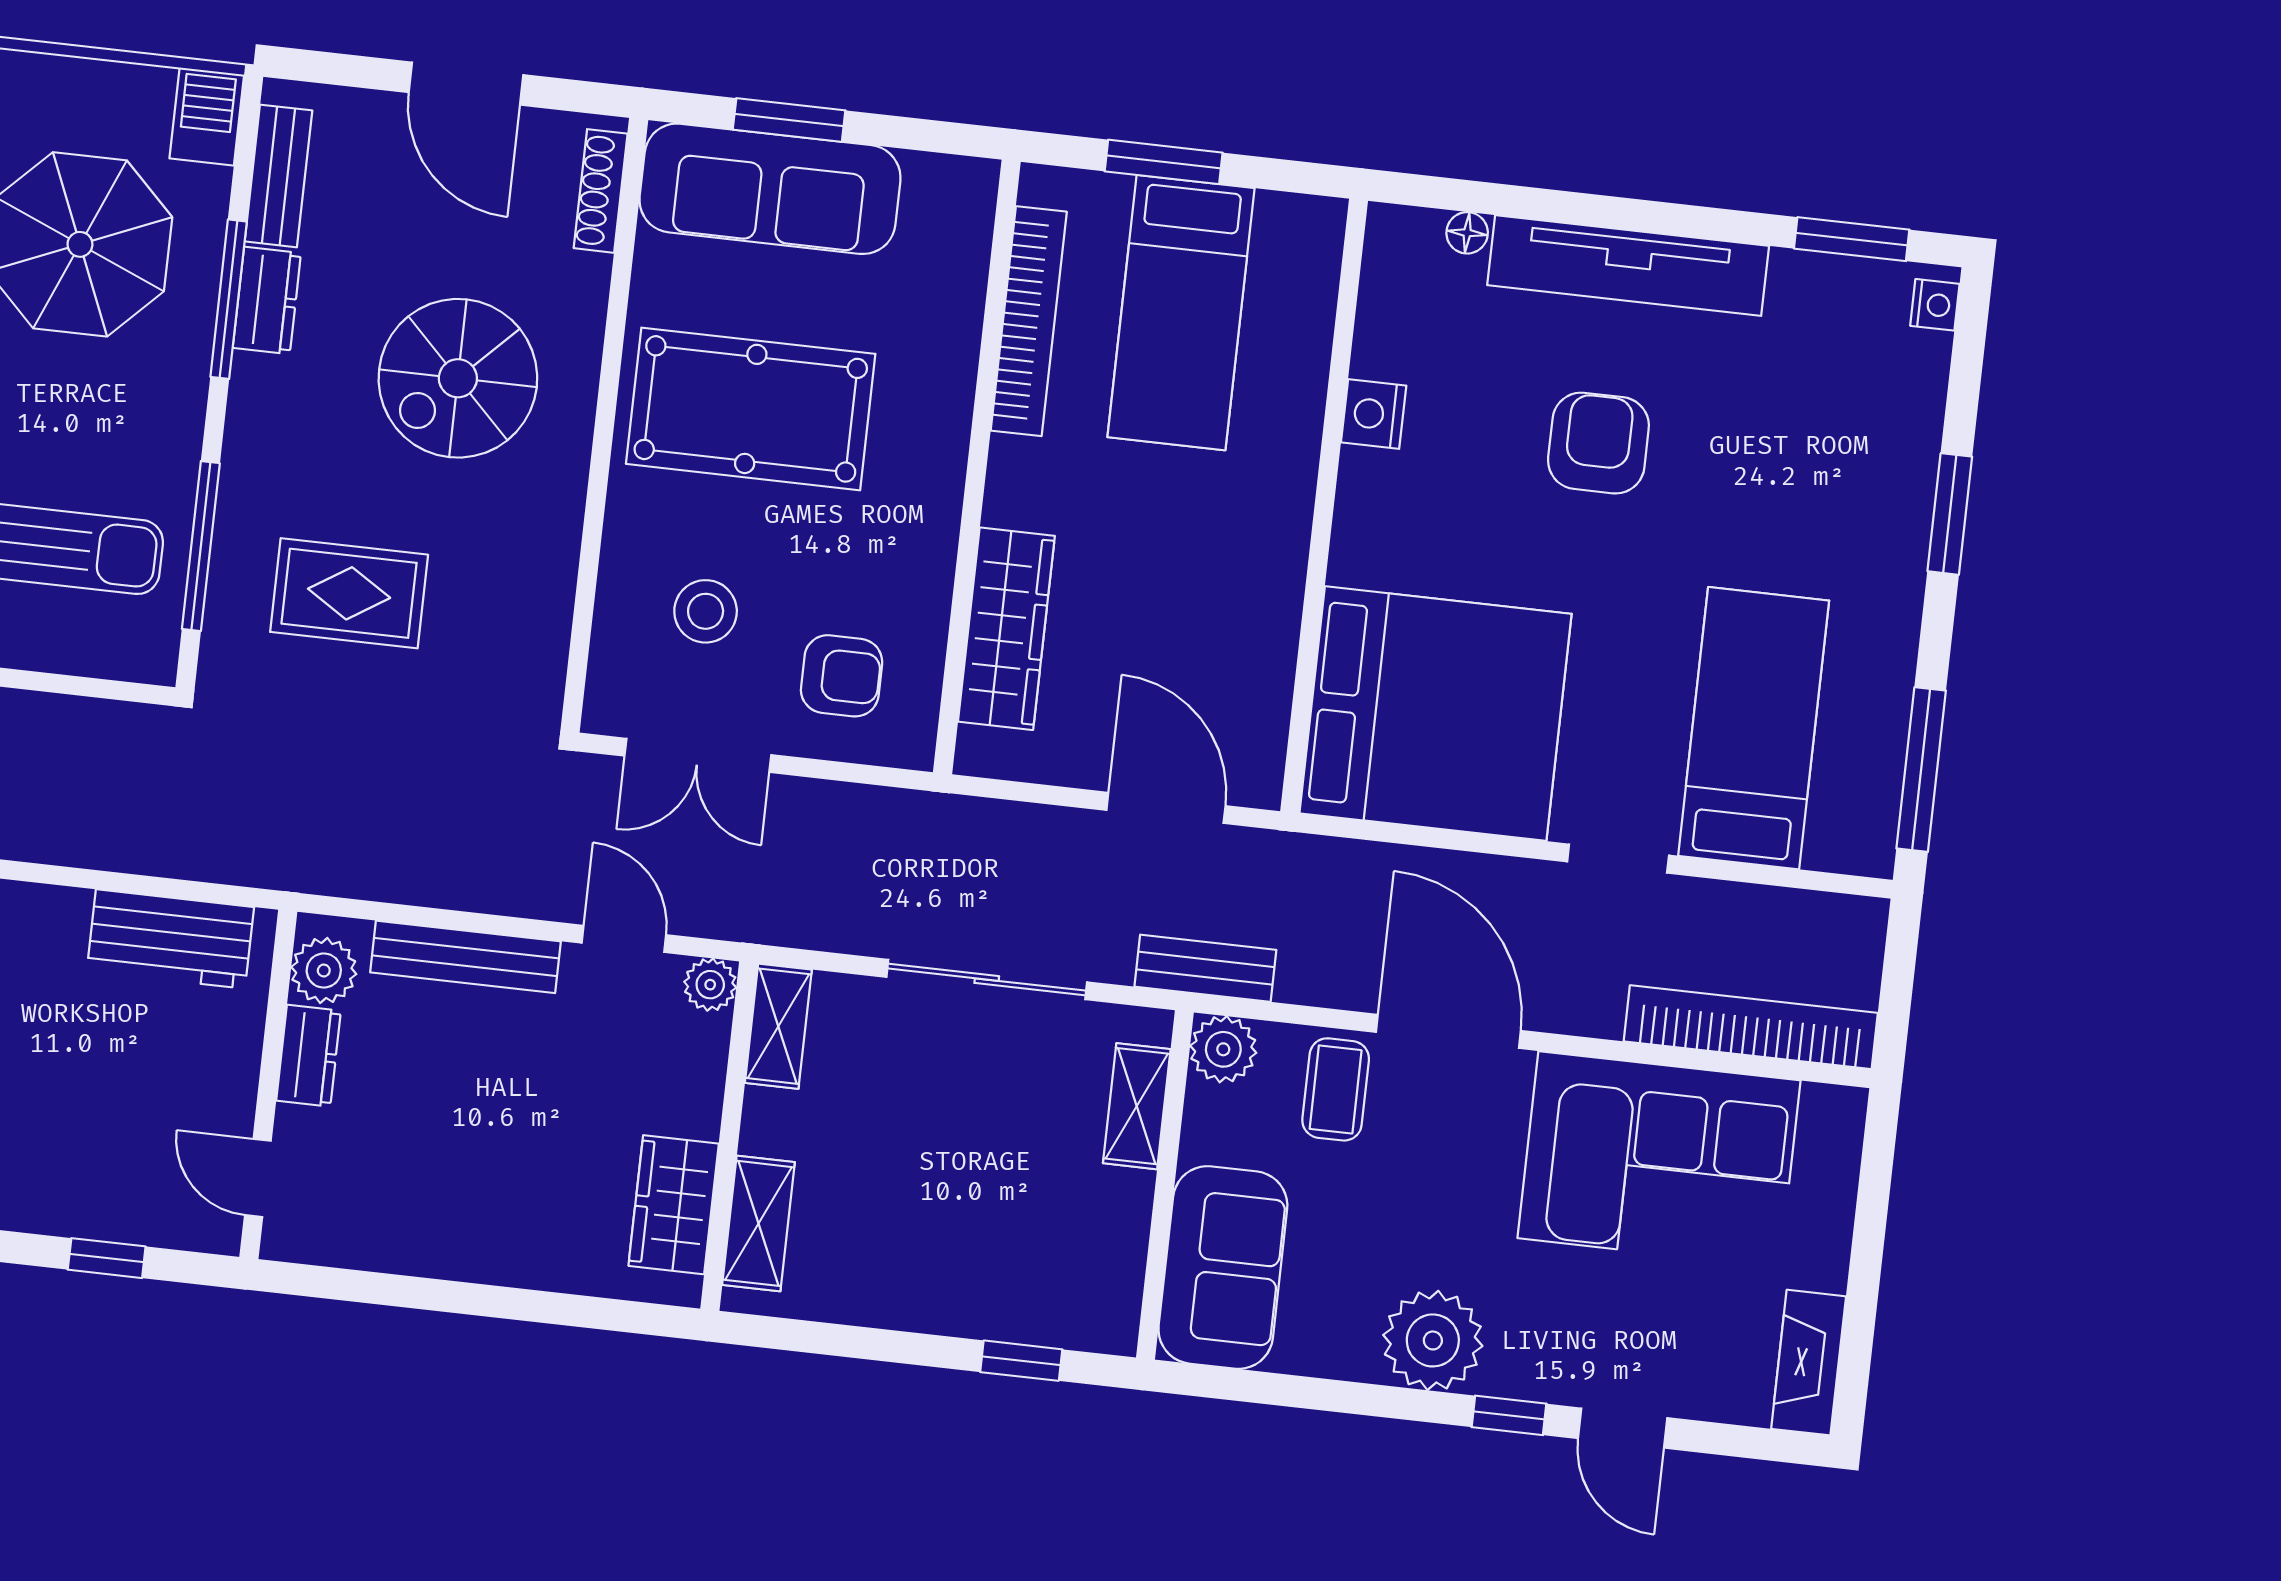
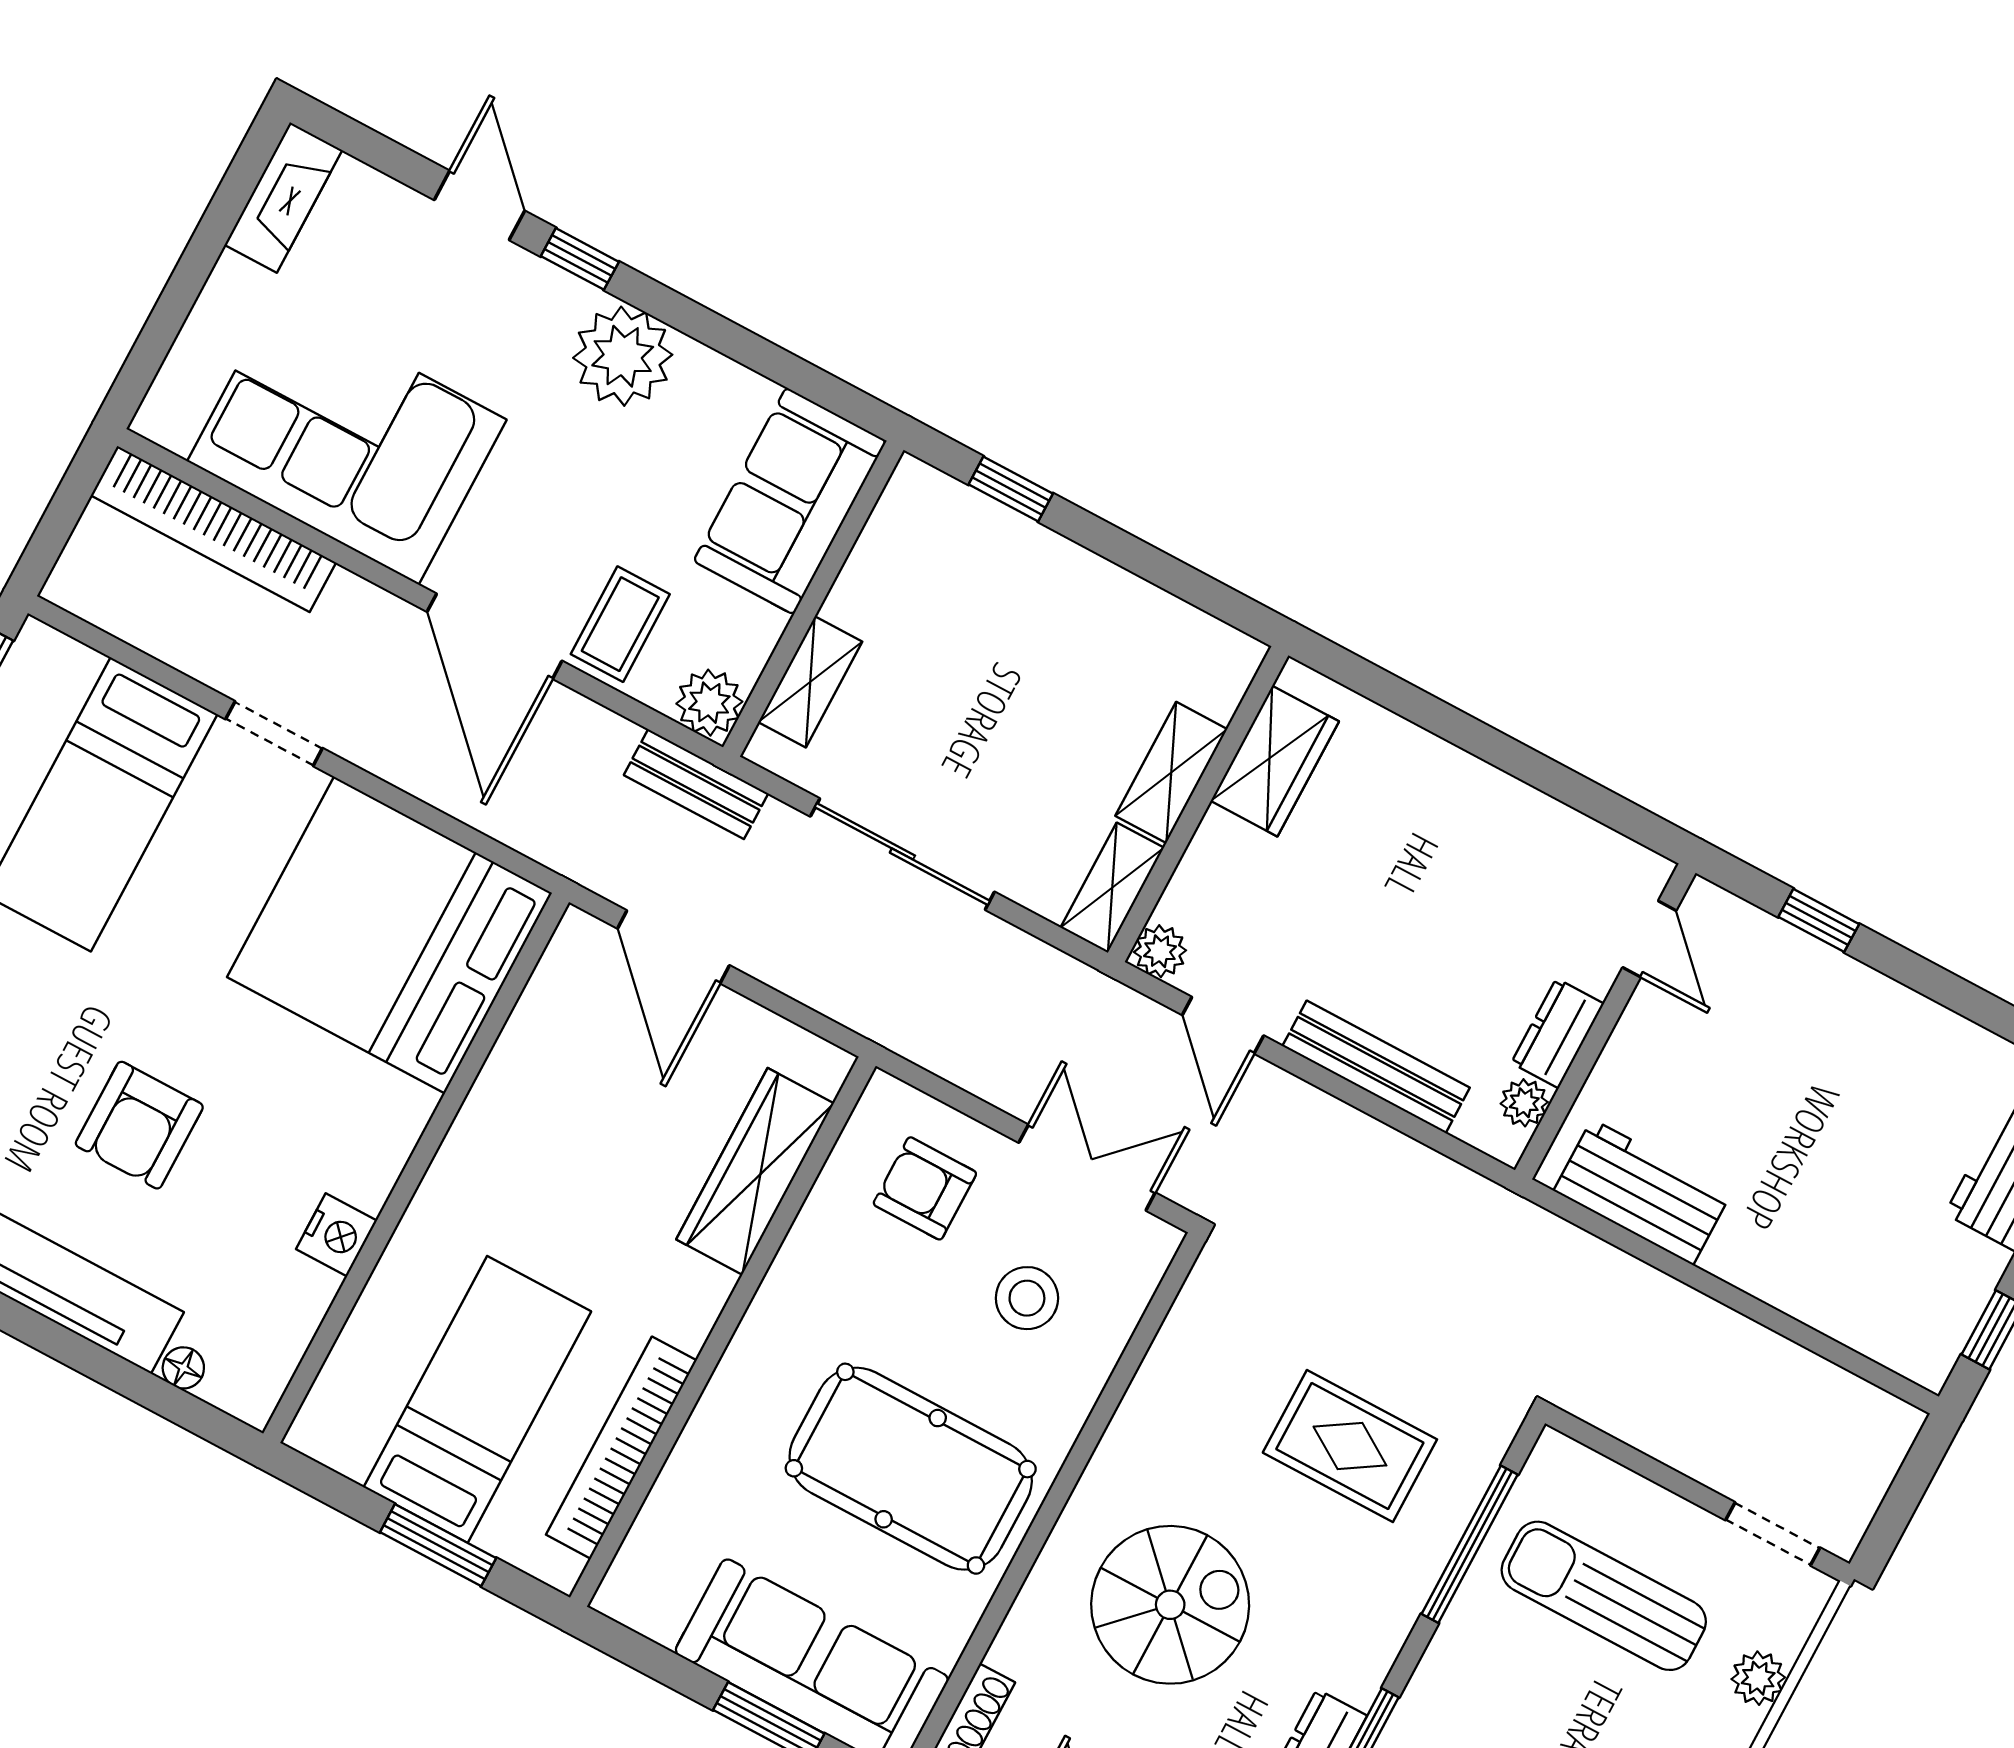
plant: (324, 971) -> (1524, 1103), width x0.73, depth x0.73
shelving: (758, 1223) -> (1171, 772), moved

